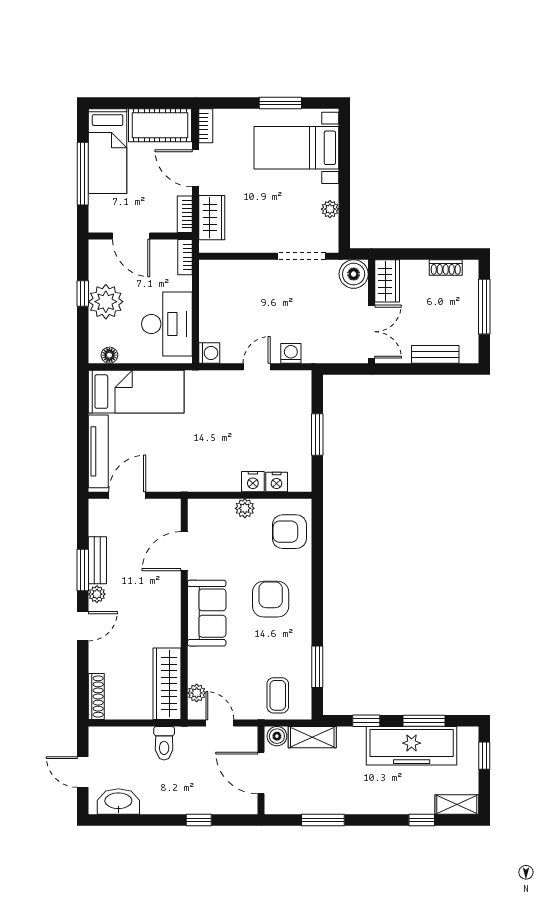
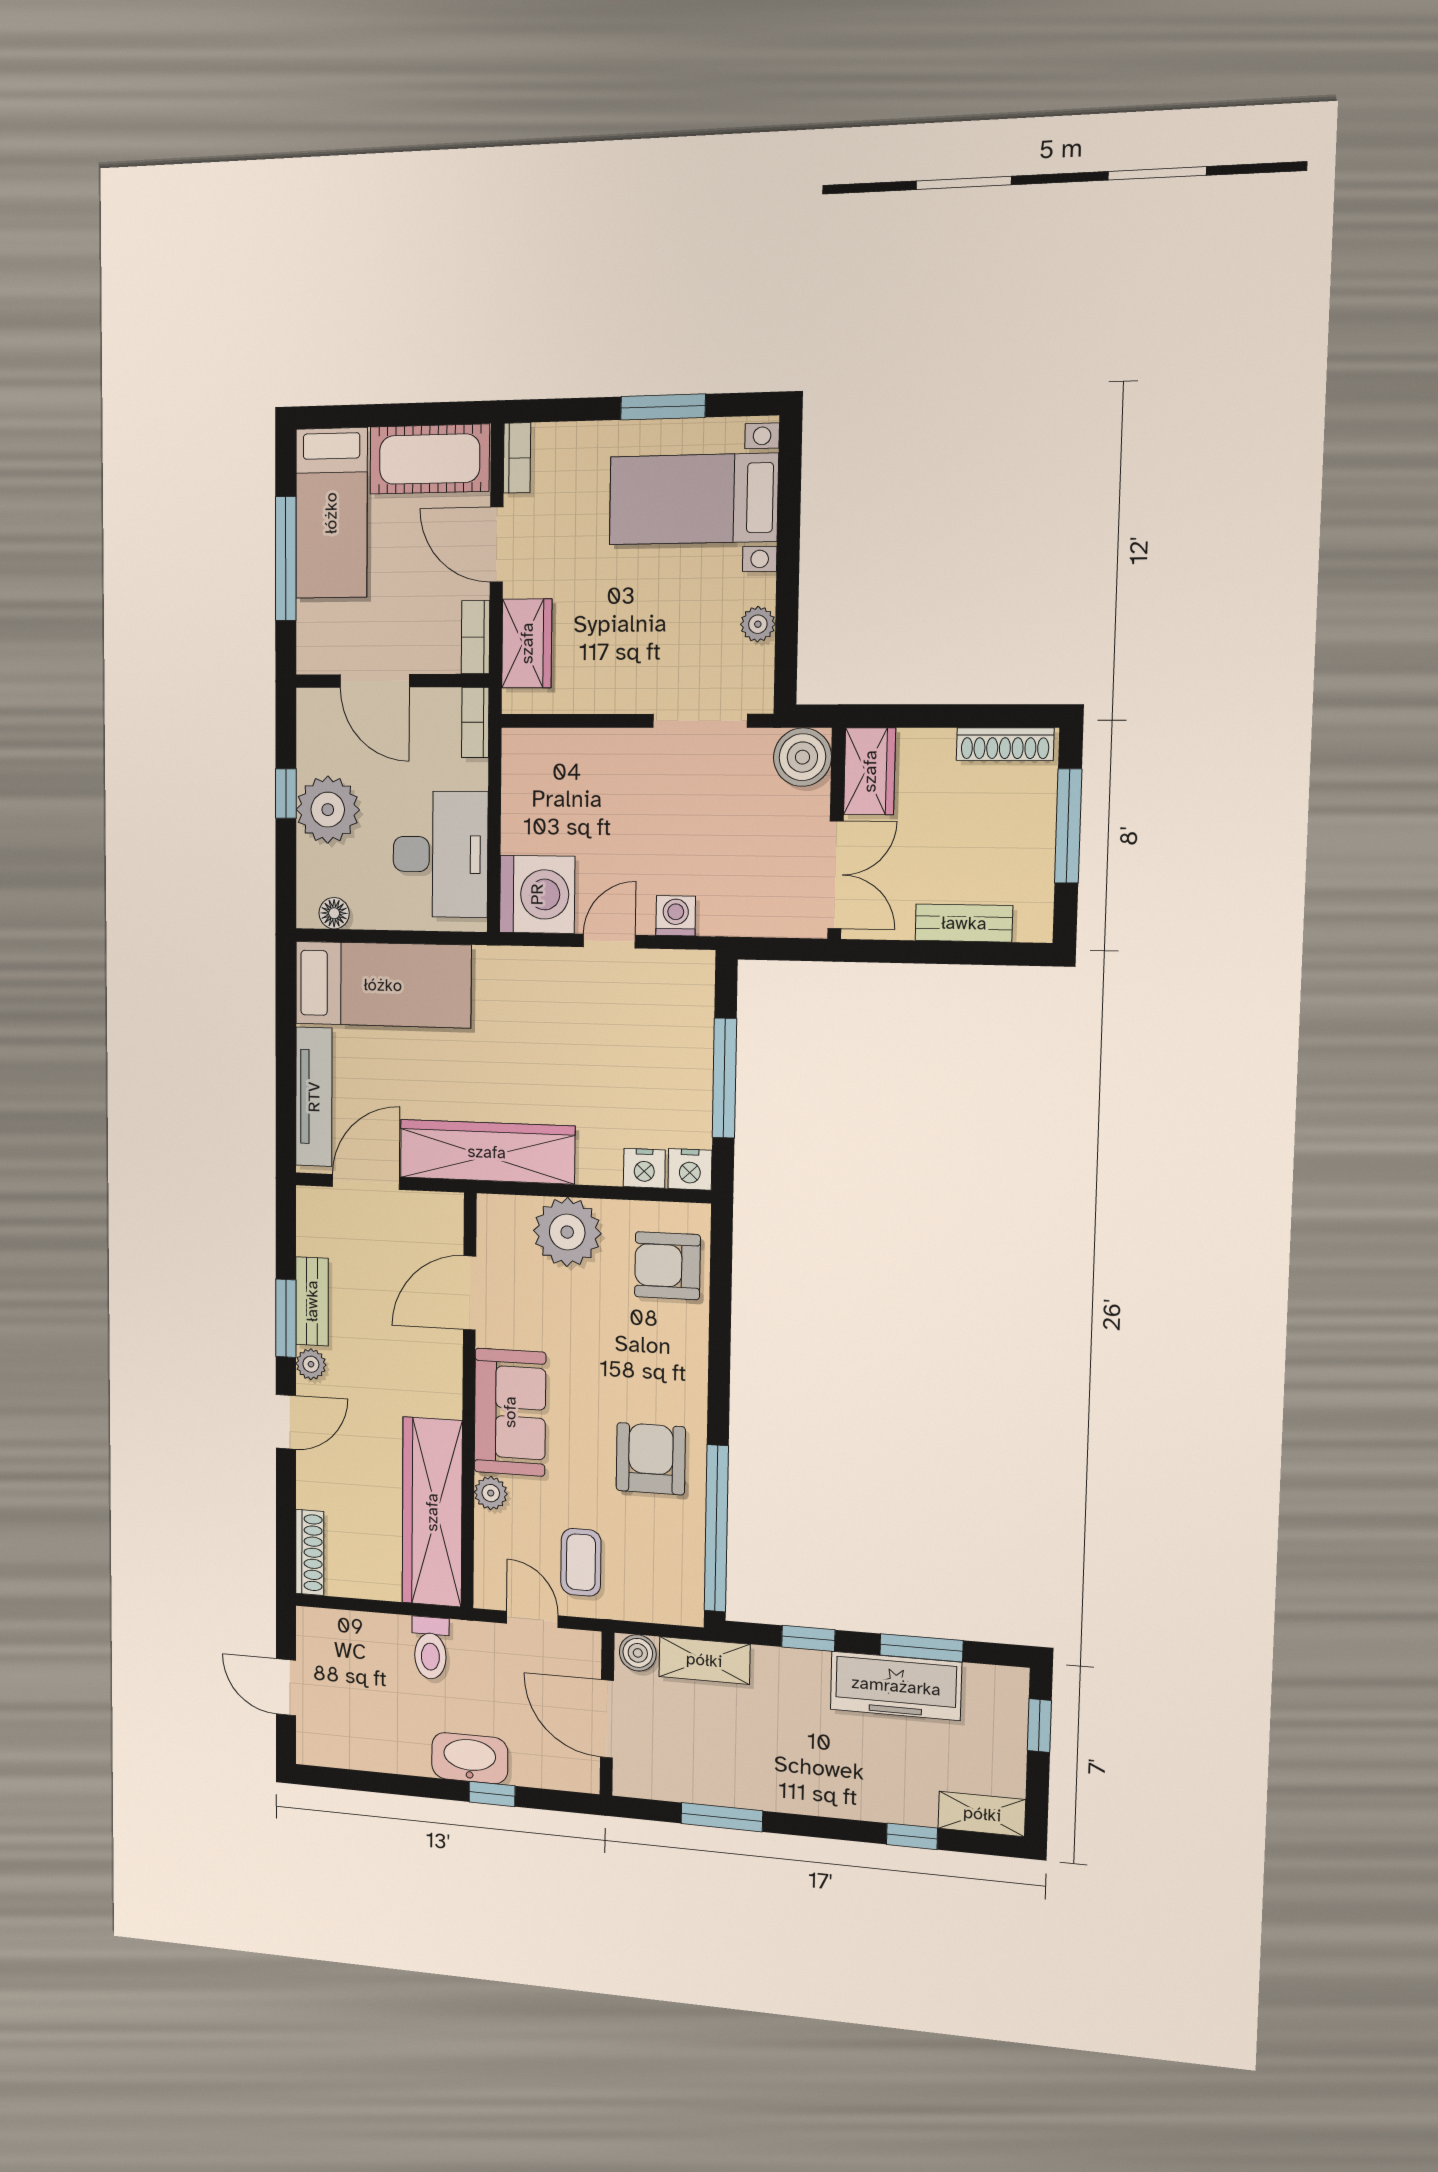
shoe rack: (446, 268) -> (1005, 744), width x1.43
washing machine: (209, 353) -> (537, 894), width x1.89, depth x1.89
window: (317, 434) -> (724, 1078), width x1.44
wardrobe: (193, 477) -> (487, 1152), added
nightstand: (253, 482) -> (690, 1169), moved
plant: (245, 508) -> (567, 1232), width x1.88, depth x1.88
armchair: (271, 599) -> (651, 1459), moved
window: (317, 667) -> (716, 1528), width x2.11
wardrobe: (167, 684) -> (432, 1512), width x1.40, depth x1.17
plant: (197, 693) -> (491, 1493), moved
coffee table: (278, 695) -> (581, 1562), moved
freezer: (412, 746) -> (896, 1686), width x0.73, depth x0.79
washbasin: (118, 802) -> (470, 1758), moved

